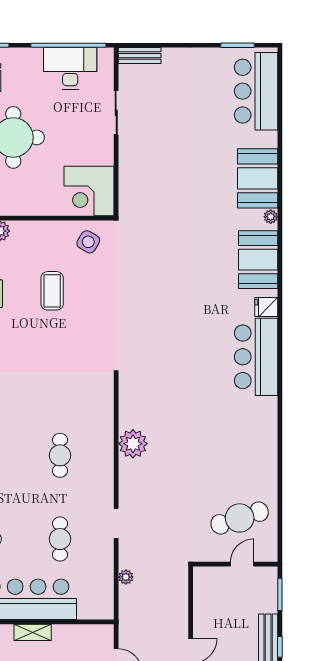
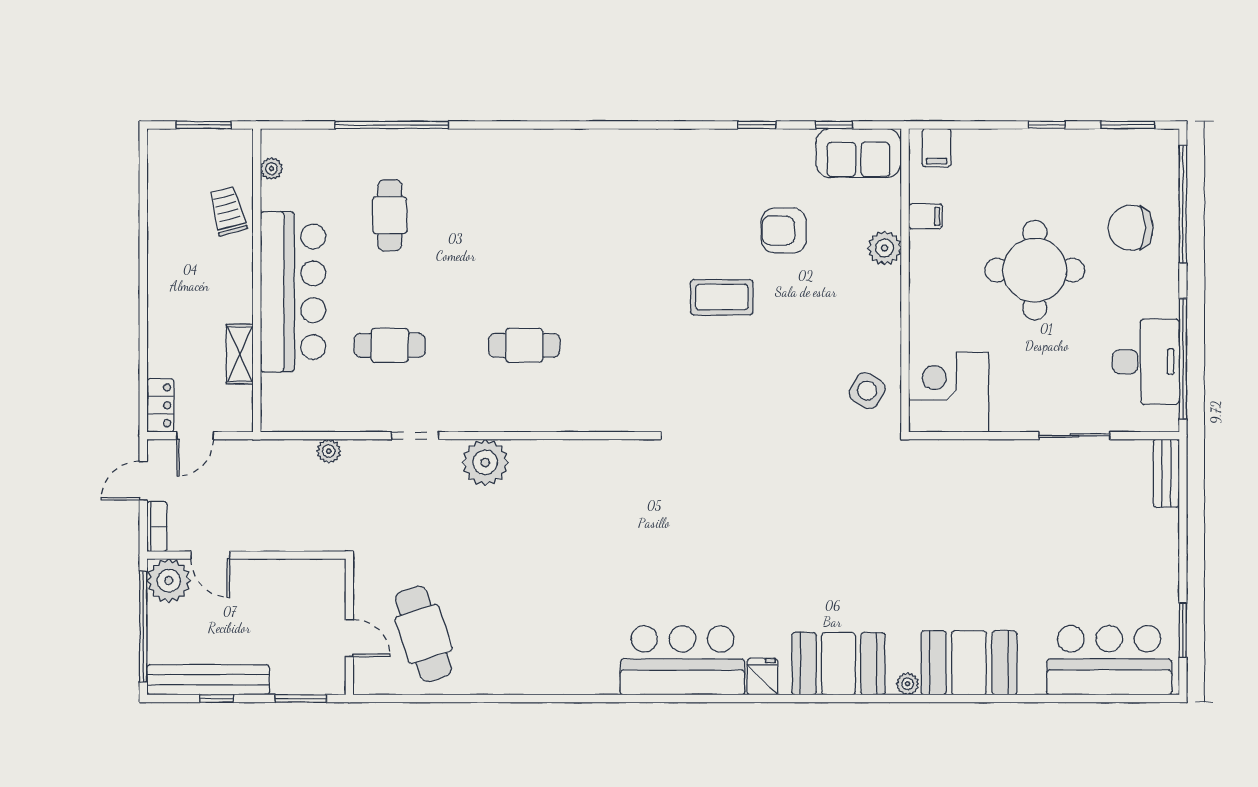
coffee table: (52, 291) -> (722, 297), moved
plant: (133, 444) -> (485, 462), moved
shelving: (33, 632) -> (240, 354), moved

